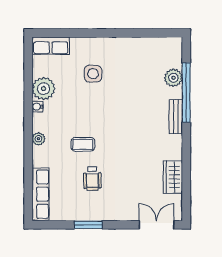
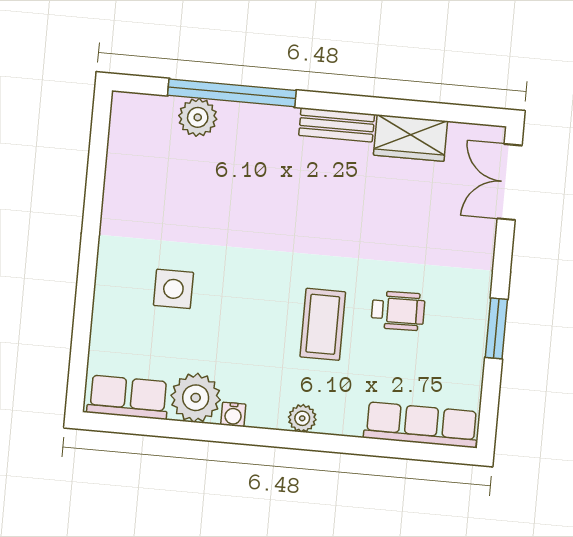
row of seats: (51, 46) -> (128, 397), moved, turned -90
bench: (176, 117) -> (337, 125), moved
coffee table: (83, 144) -> (323, 324), width x1.36, depth x1.30

